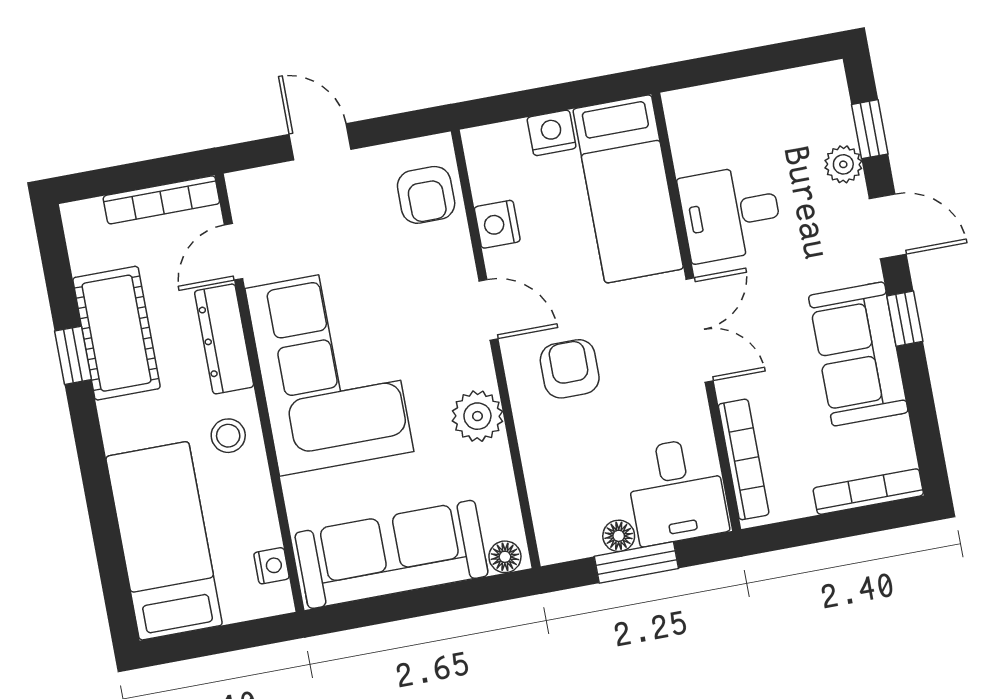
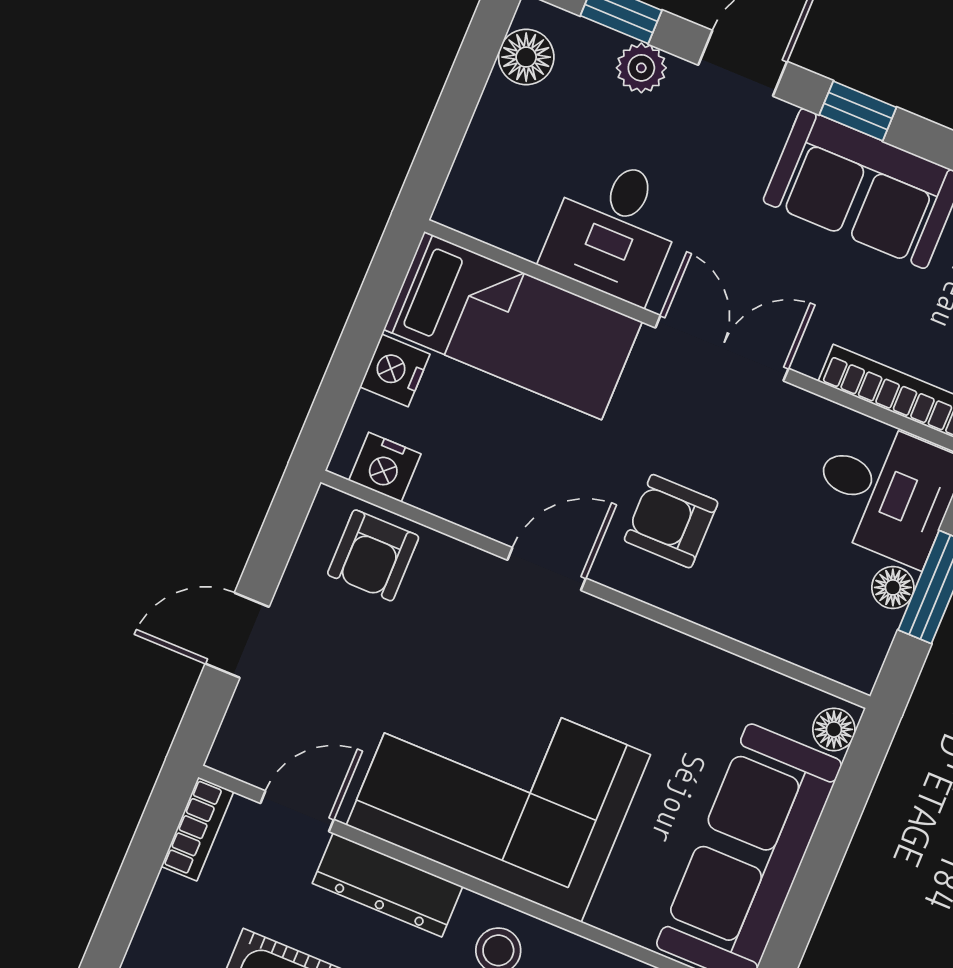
floor lamp: (803, 87) -> (526, 57), added
armchair: (426, 195) -> (373, 555), turned 90
bookcase: (161, 200) -> (197, 829), width x0.64
nightstand: (497, 224) -> (385, 467), moved
door: (233, 252) -> (297, 811), swing flipped
plant: (477, 416) -> (657, 658), removed

